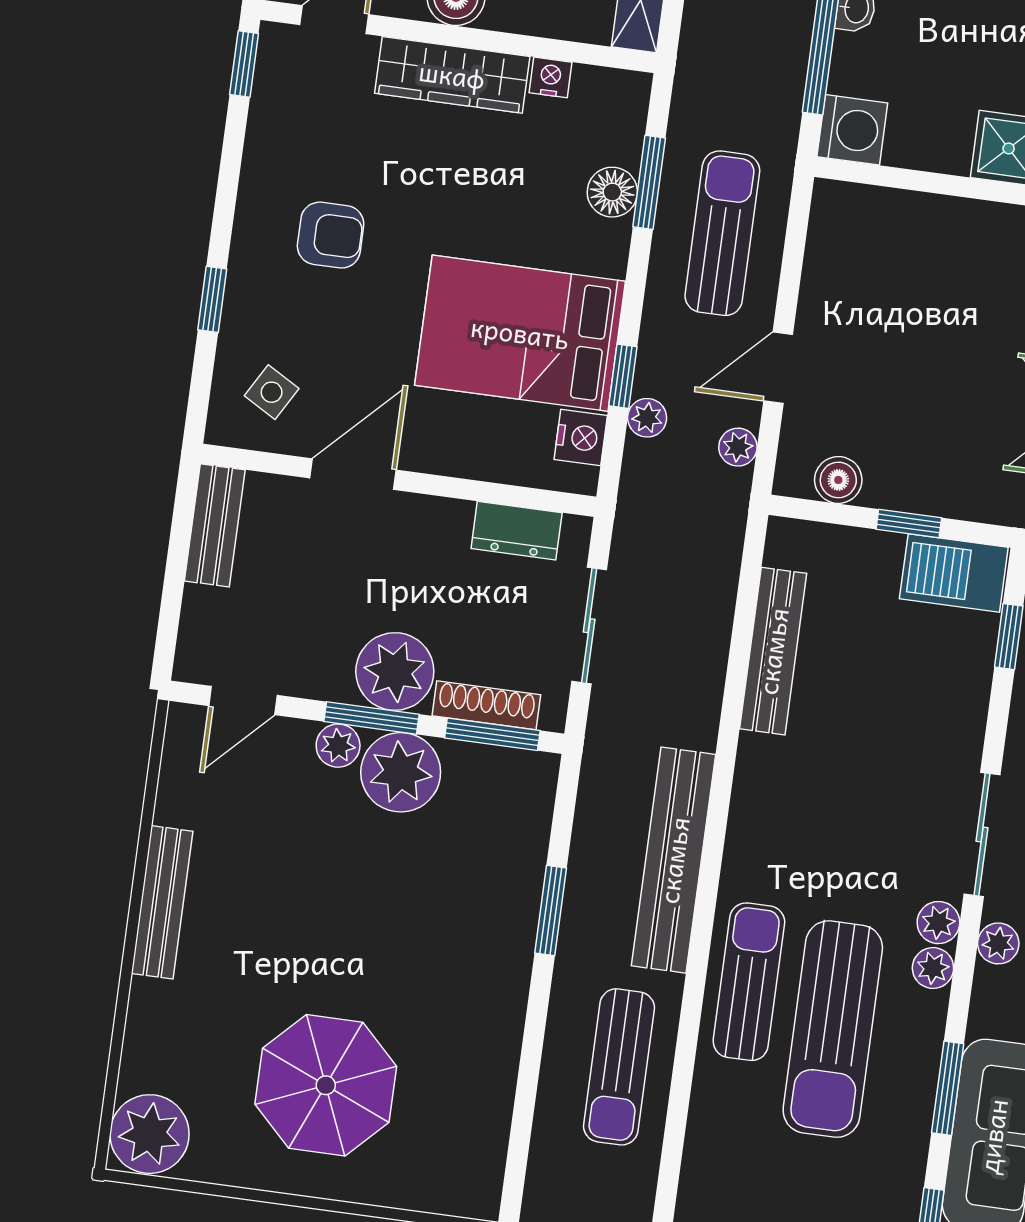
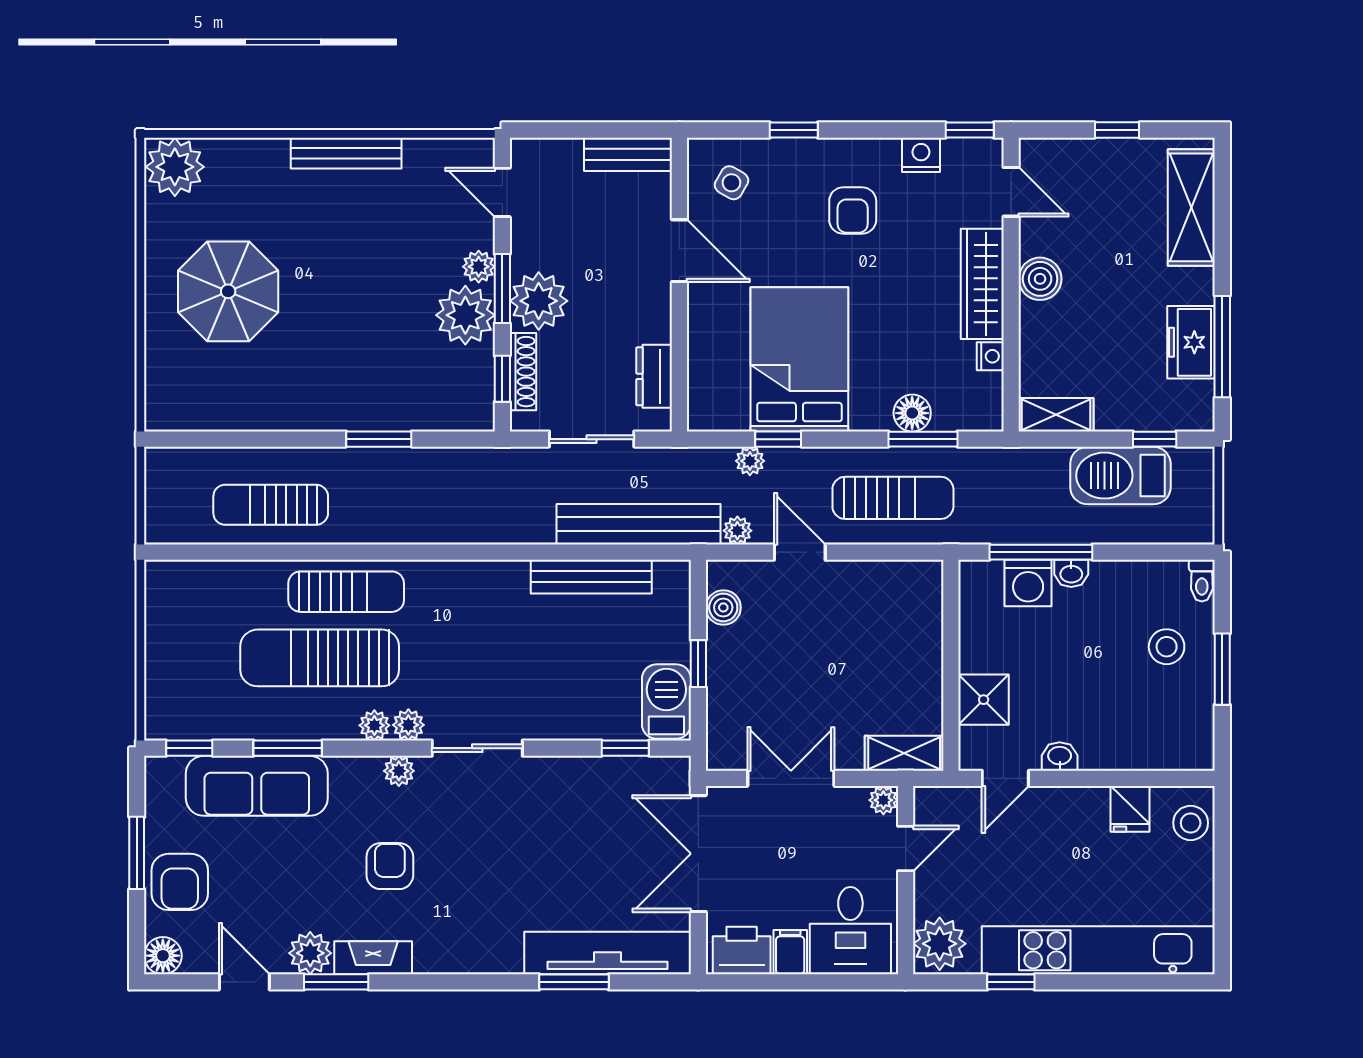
washing machine: (852, 130) -> (1028, 583), moved
nightstand: (581, 438) -> (921, 155), moved, turned 180
window: (492, 734) -> (502, 379), width x0.67
bench: (674, 860) -> (638, 524), moved

